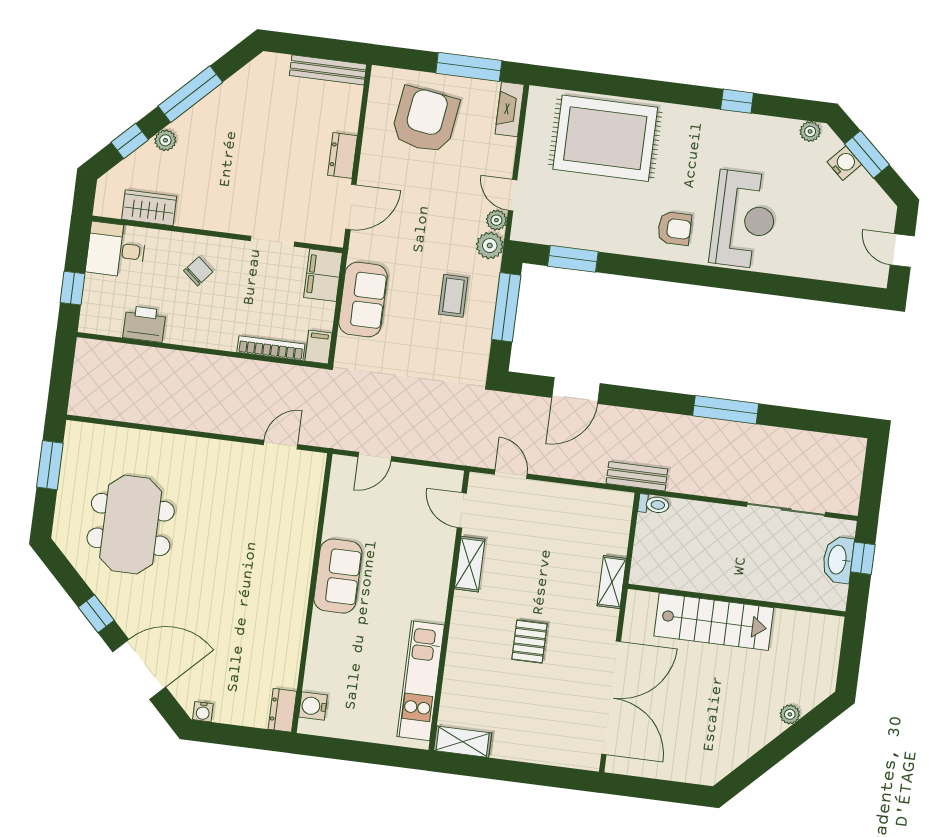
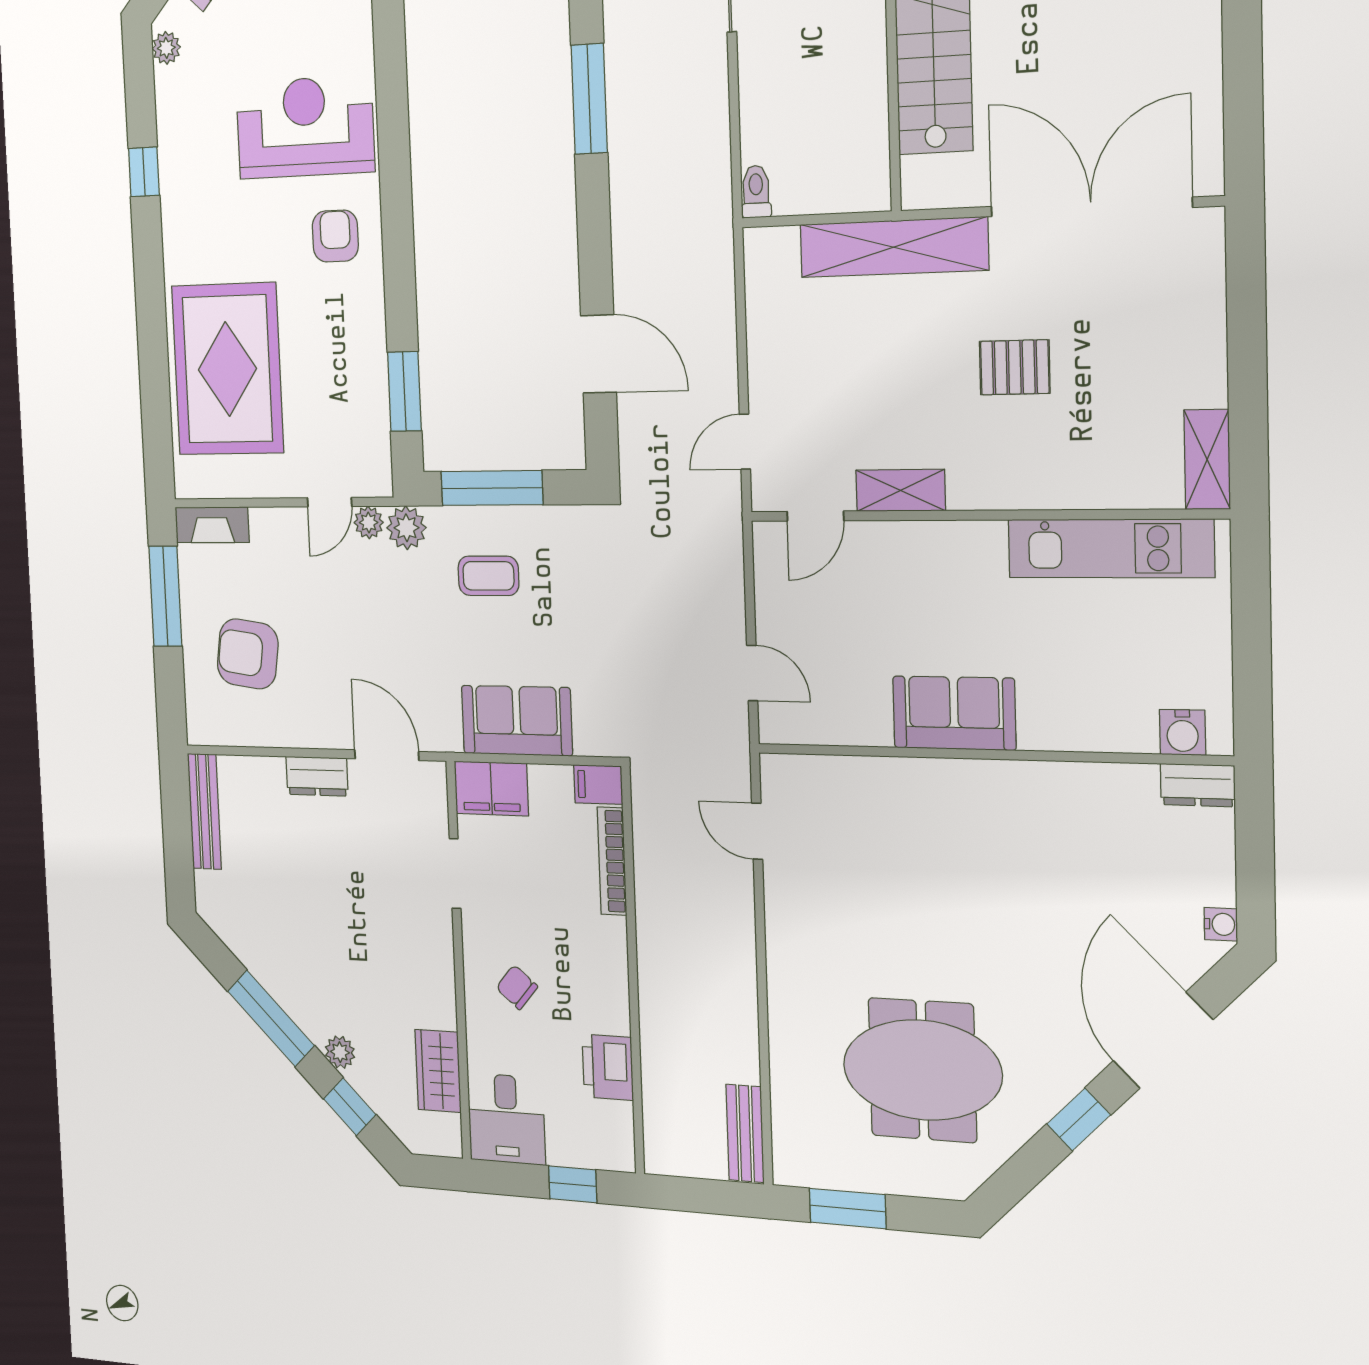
armchair: (425, 120) -> (248, 654), width x0.73, depth x0.73
bench: (637, 476) -> (745, 1133), moved
shelving: (612, 582) -> (894, 247), width x2.20, depth x1.33

